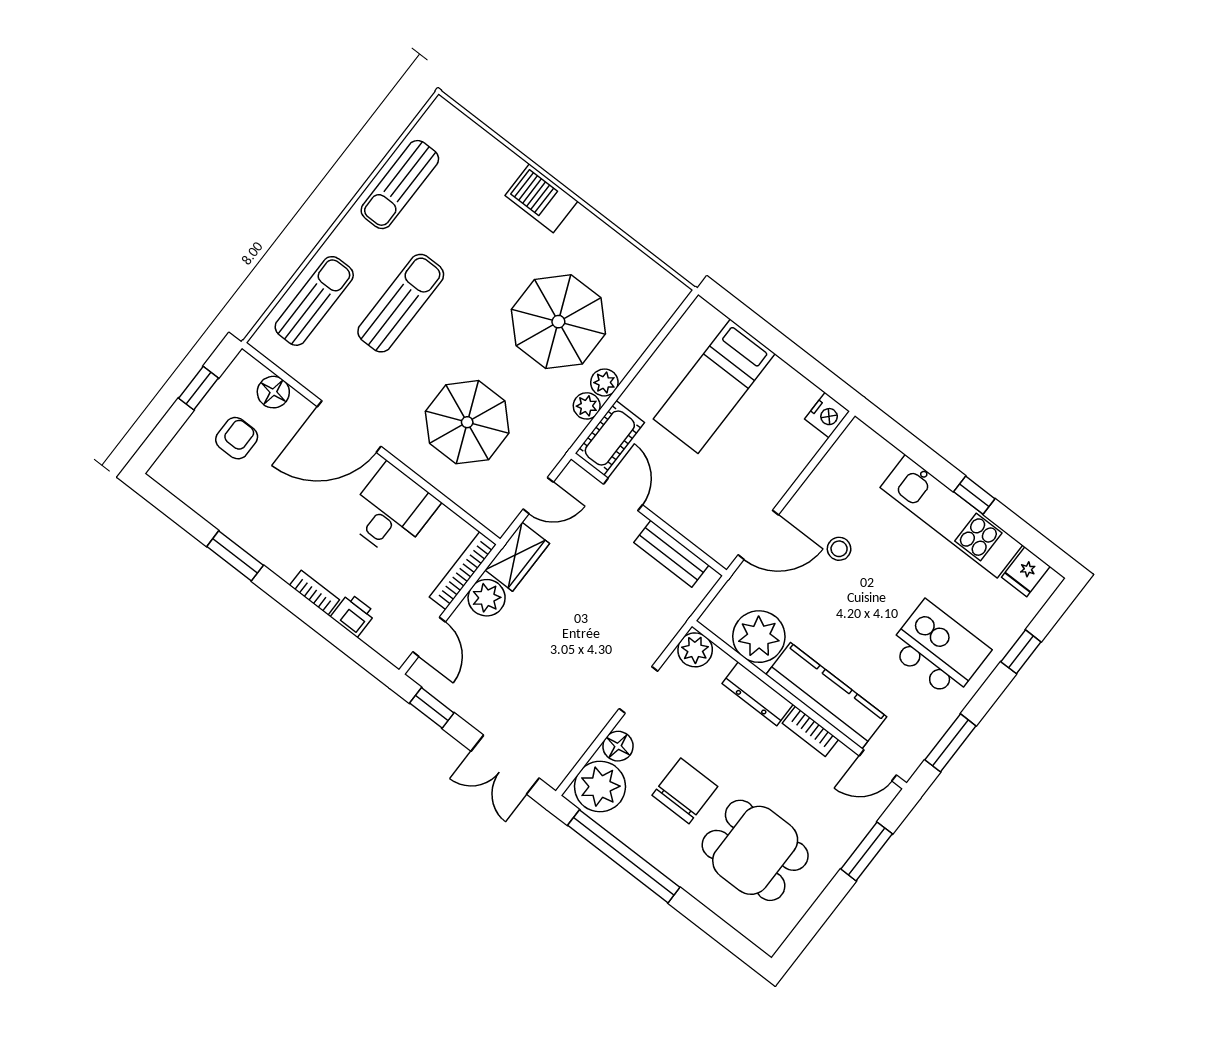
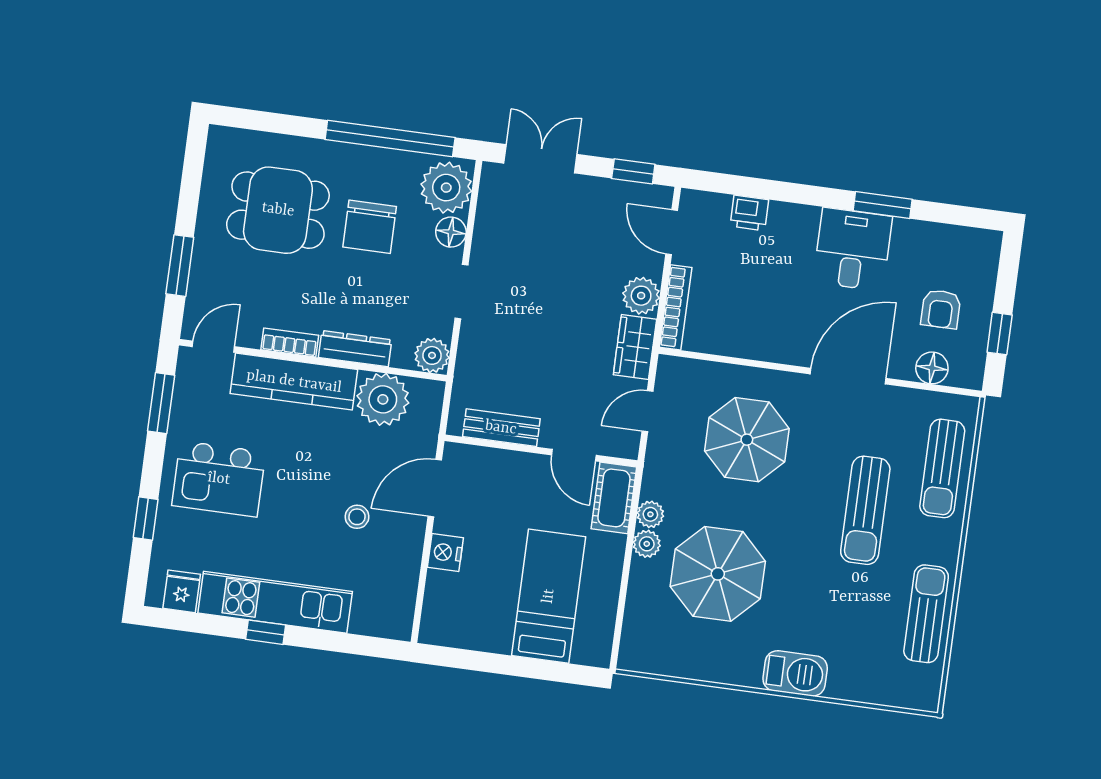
nightstand: (827, 415) -> (445, 552), moved
desk: (391, 511) -> (853, 249), moved, turned 180
bookcase: (314, 593) -> (794, 213), removed

